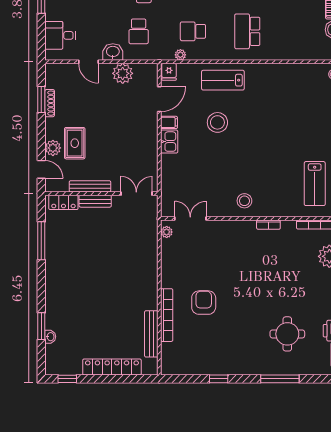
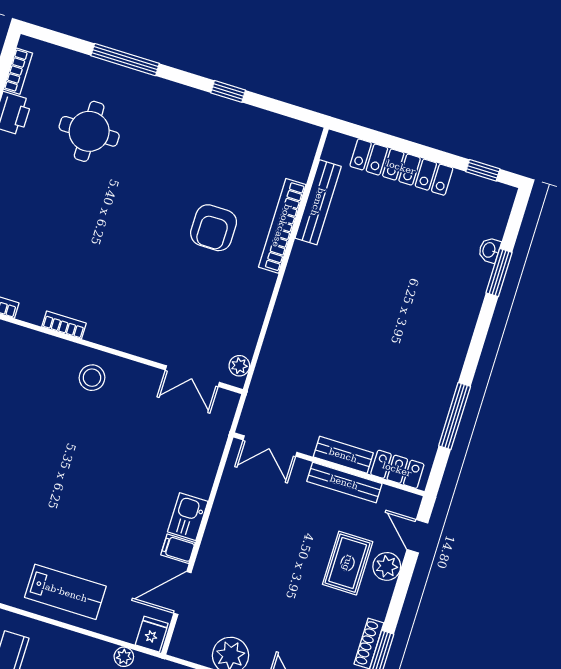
stool: (217, 122) -> (97, 524), removed

